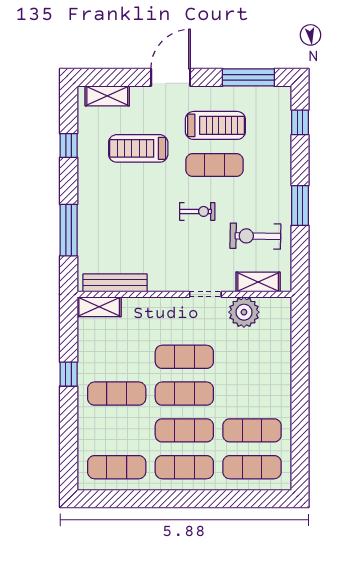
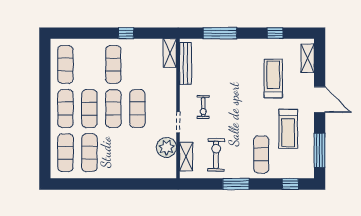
exercise mat: (215, 165) -> (261, 154), moved
exercise bike: (197, 211) -> (203, 107), moved

